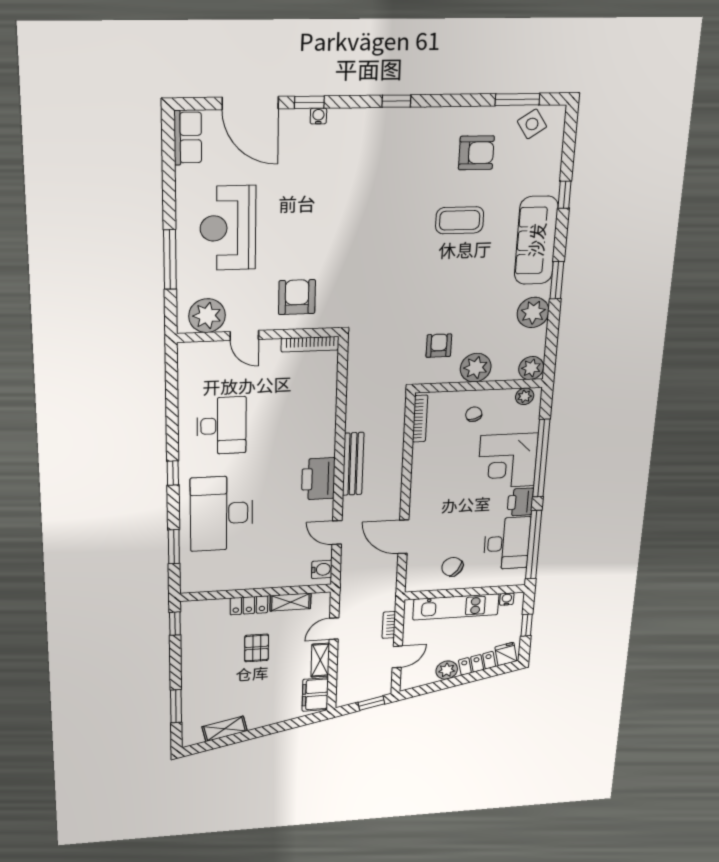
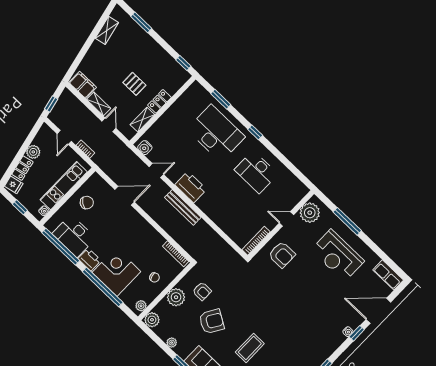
reception desk: (228, 228) -> (338, 255), turned 180
armchair: (468, 298) -> (212, 321), added
plant: (533, 312) -> (172, 343), width x0.53, depth x0.53

